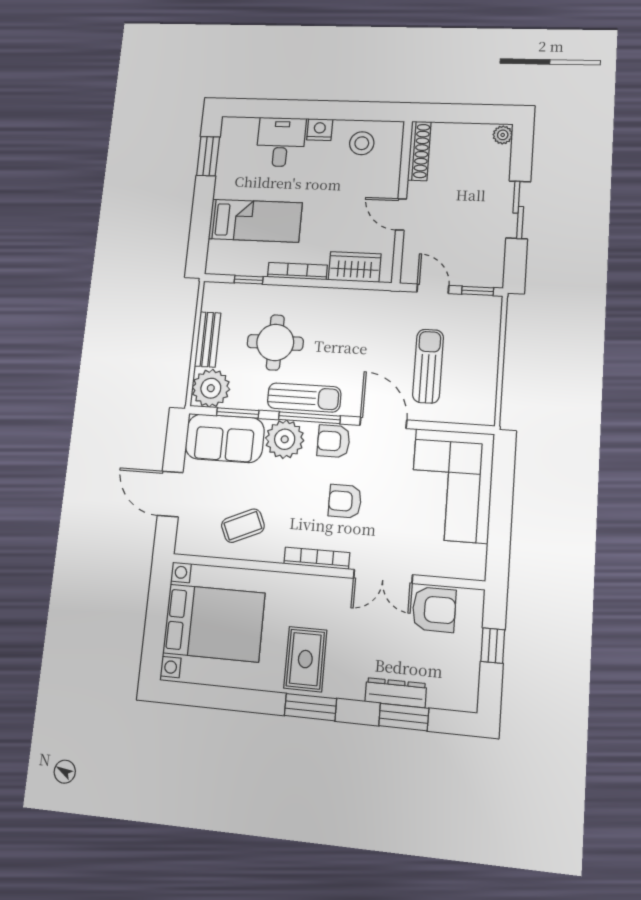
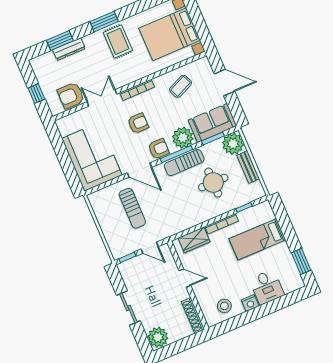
plant: (503, 135) -> (158, 337), width x1.88, depth x1.88

